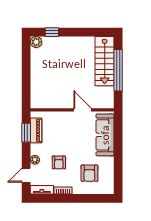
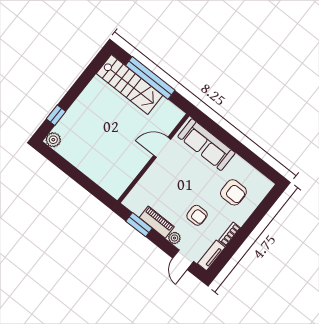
piano: (36, 130) -> (157, 222), moved

